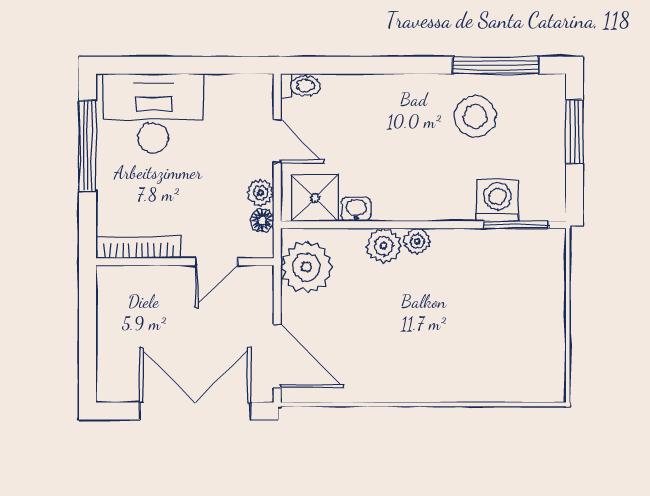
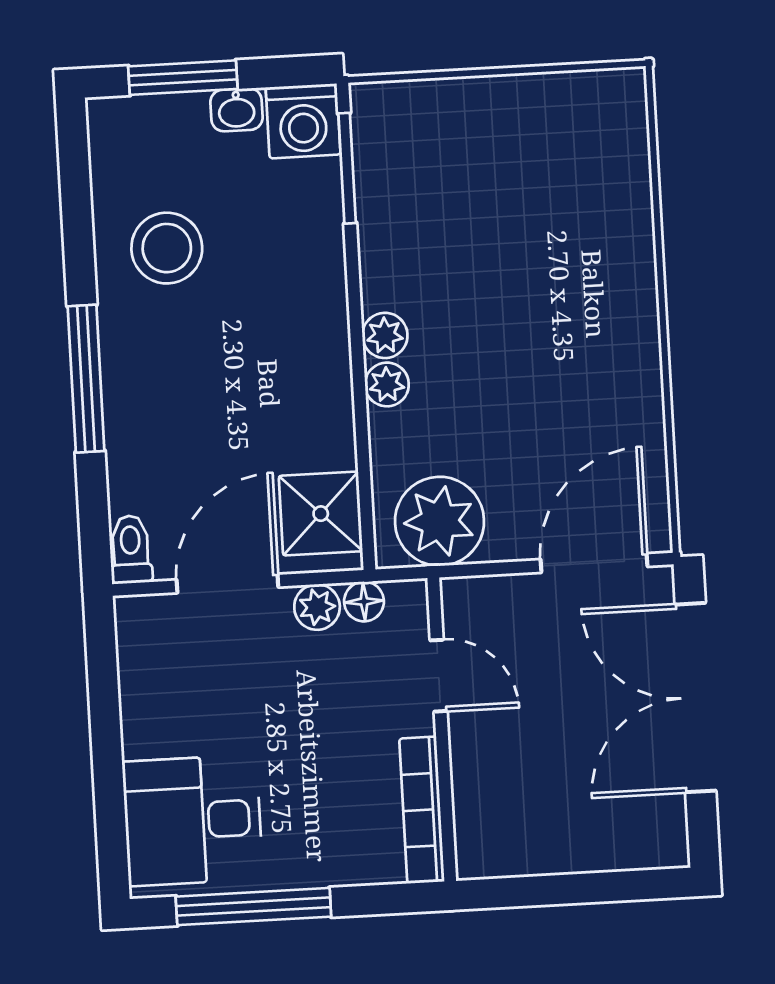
window: (496, 65) -> (86, 379), moved
desk: (153, 113) -> (193, 820), width x0.73
door: (277, 141) -> (227, 583), width x1.37
washing machine: (497, 201) -> (303, 121), moved, turned -90
washbasin: (356, 209) -> (237, 110), moved, turned -90
plant: (384, 246) -> (387, 384), width x0.73, depth x0.73

